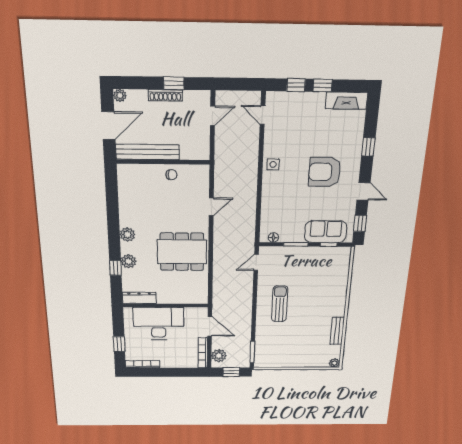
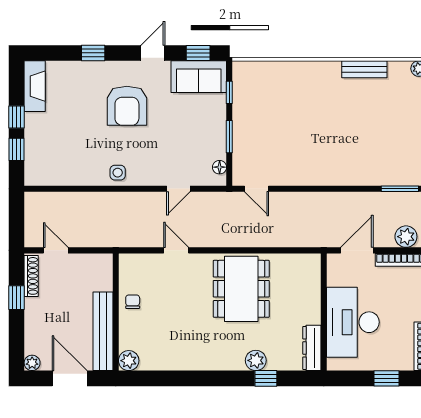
shoe rack: (165, 95) -> (31, 276), moved
door: (262, 115) -> (178, 189), moved
sofa: (326, 232) -> (199, 77), moved, turned -90
plant: (127, 235) -> (129, 361), moved
sun lounger: (280, 304) -> (321, 154), removed

